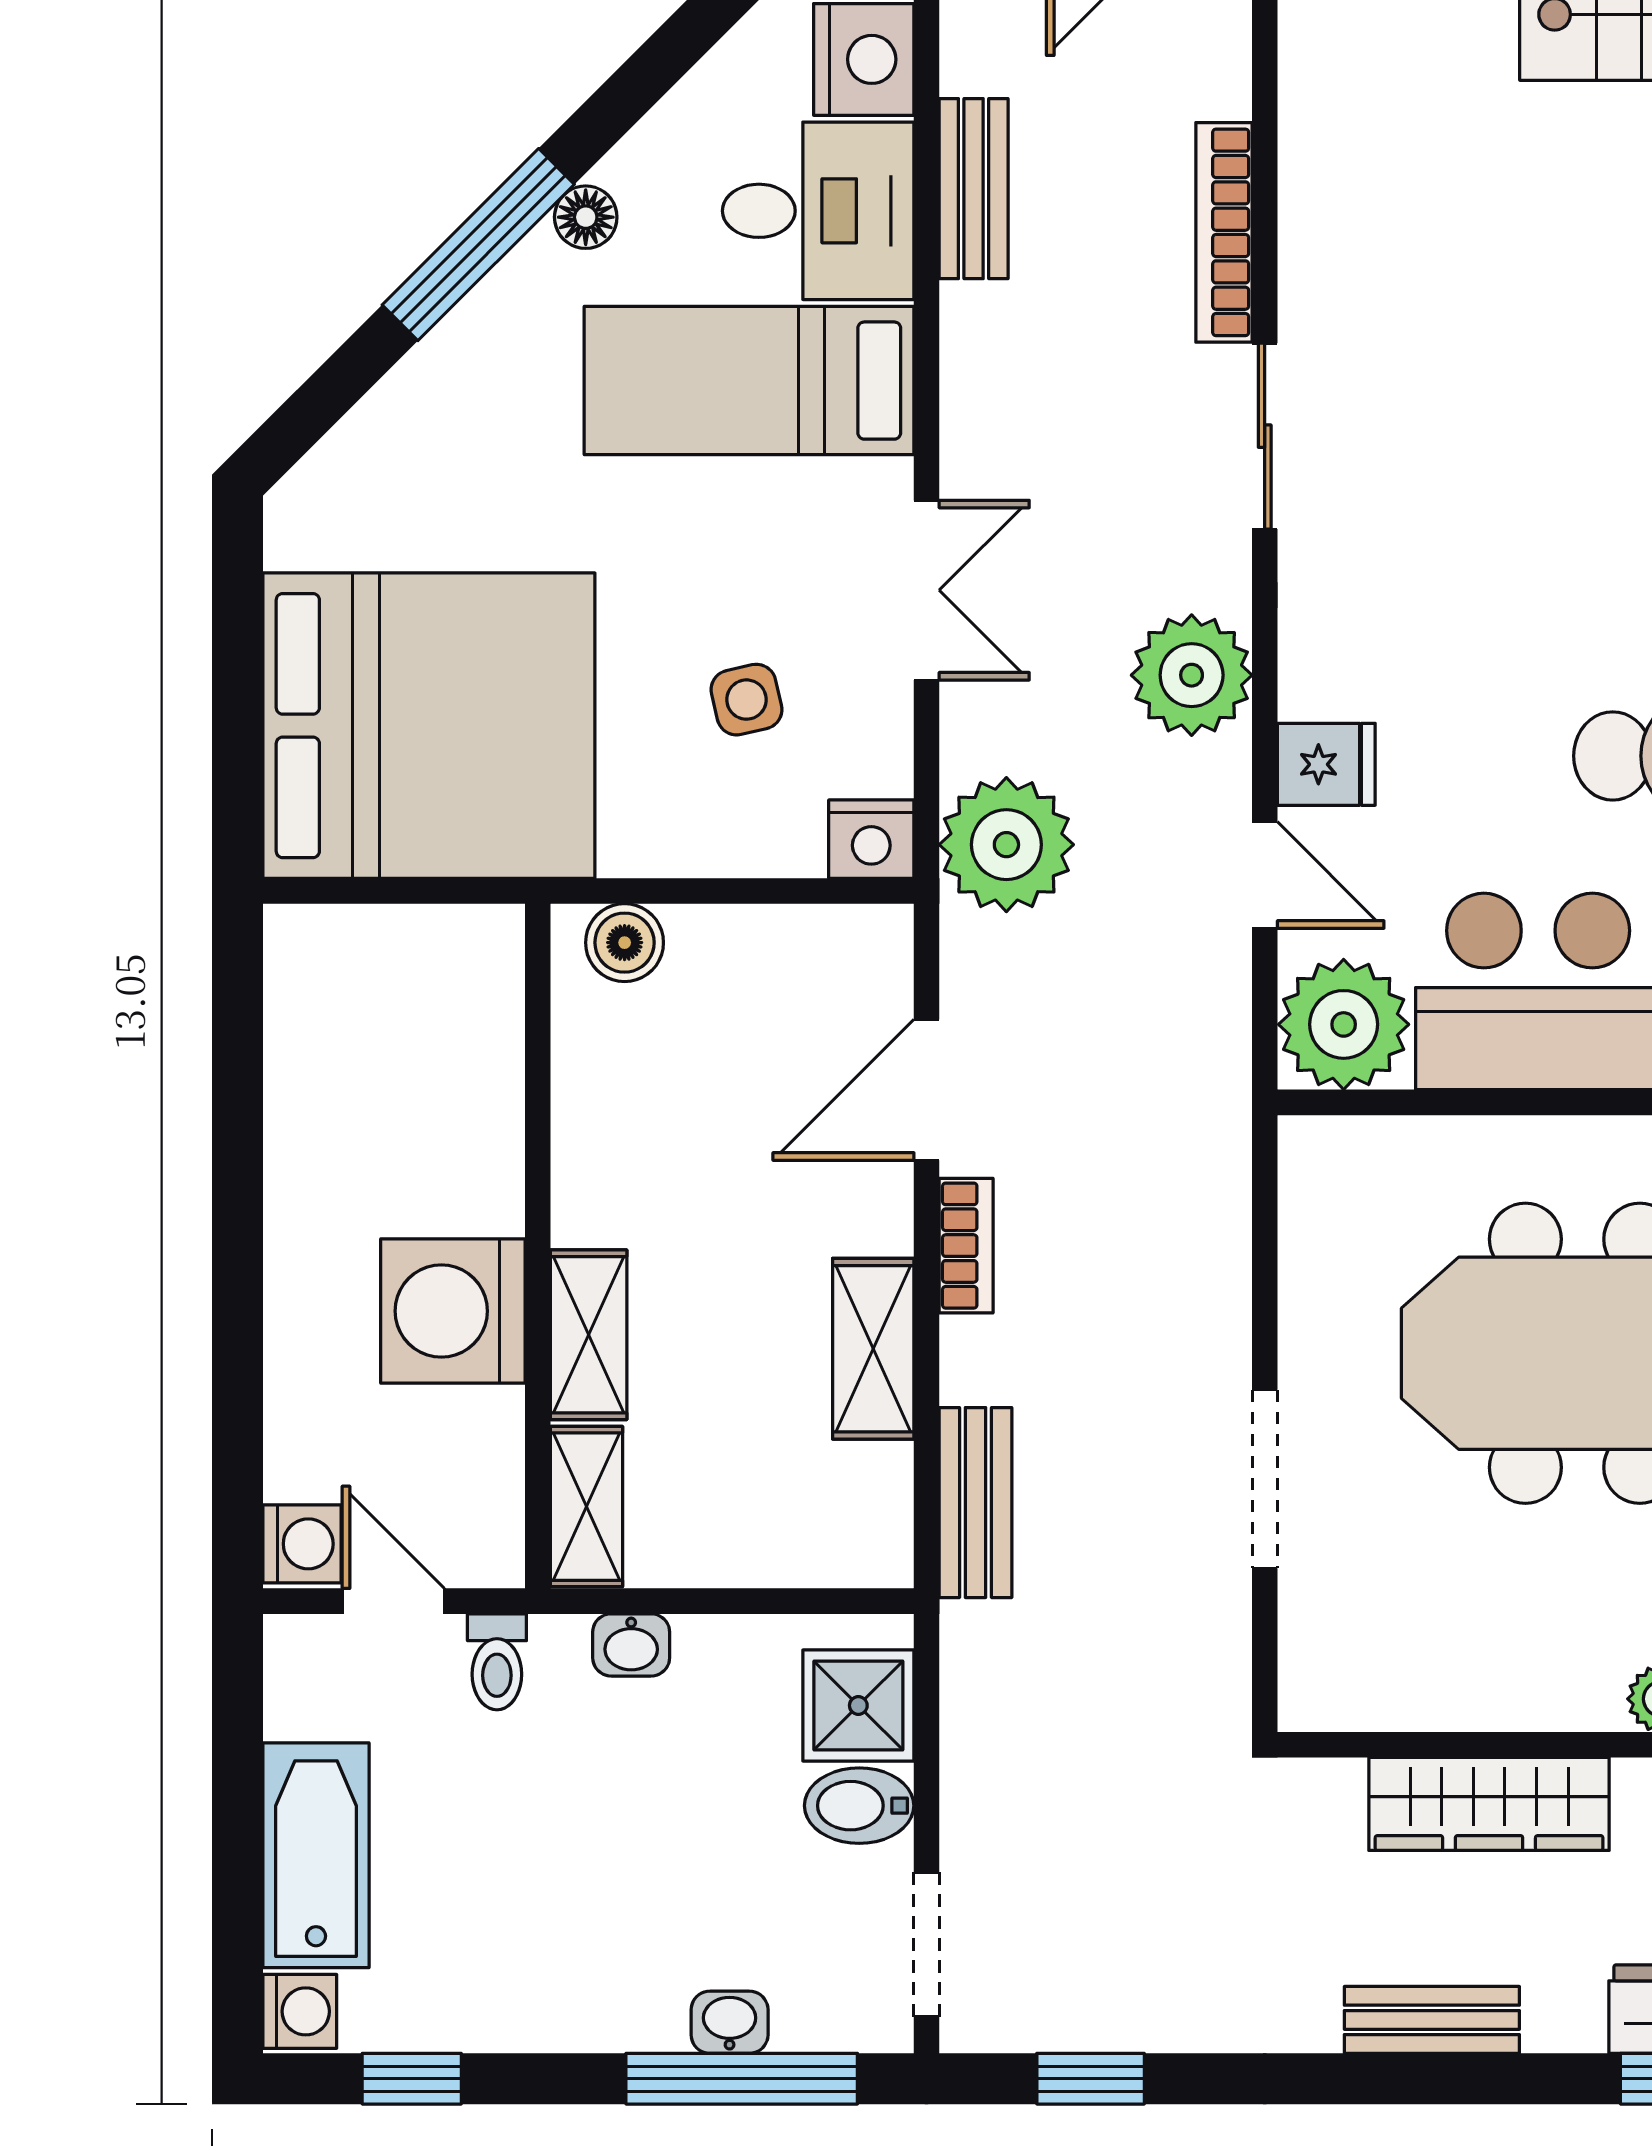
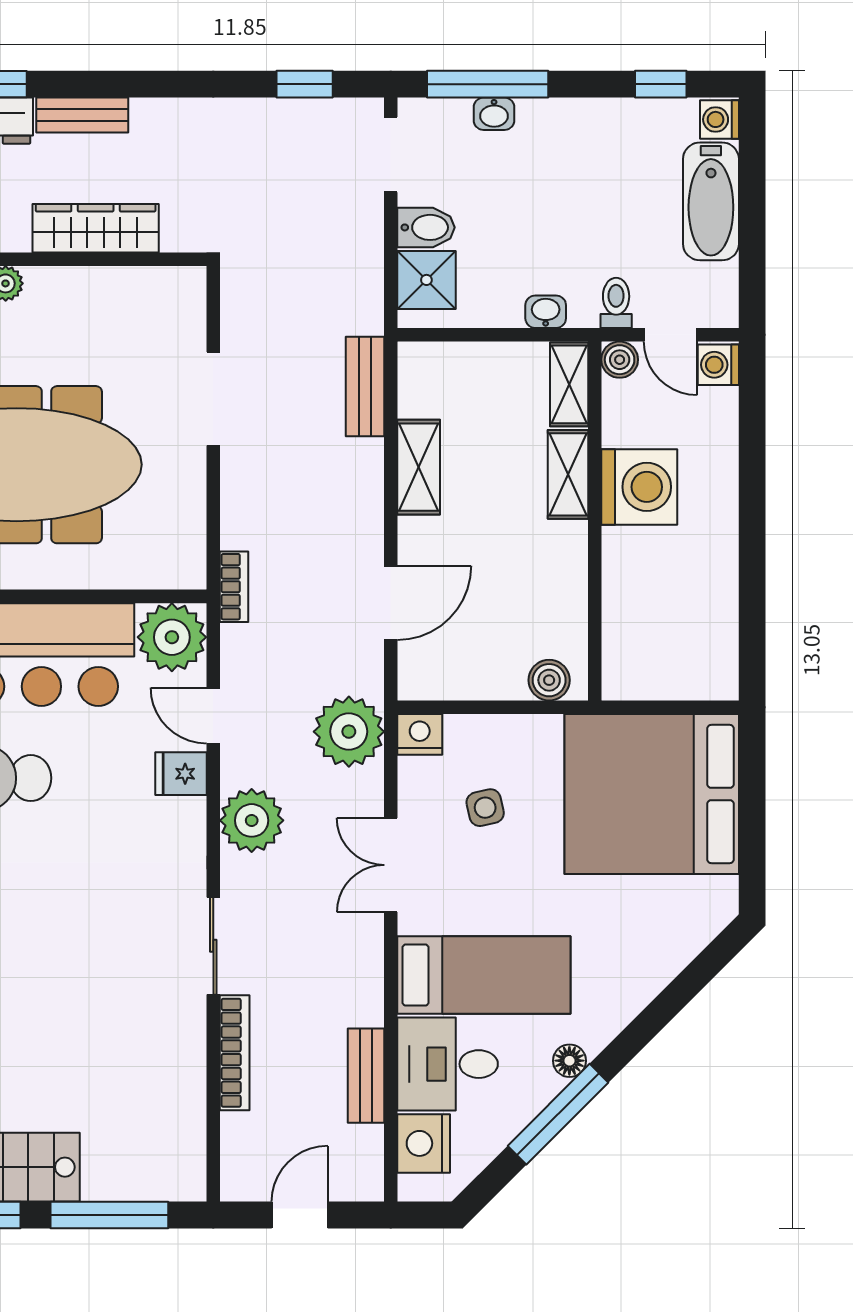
window: (478, 245) -> (558, 1114), moved
bookcase: (966, 1246) -> (234, 587), moved, turned 180
boiler: (490, 1554) -> (620, 360), added
bench: (1432, 2020) -> (82, 115), moved

